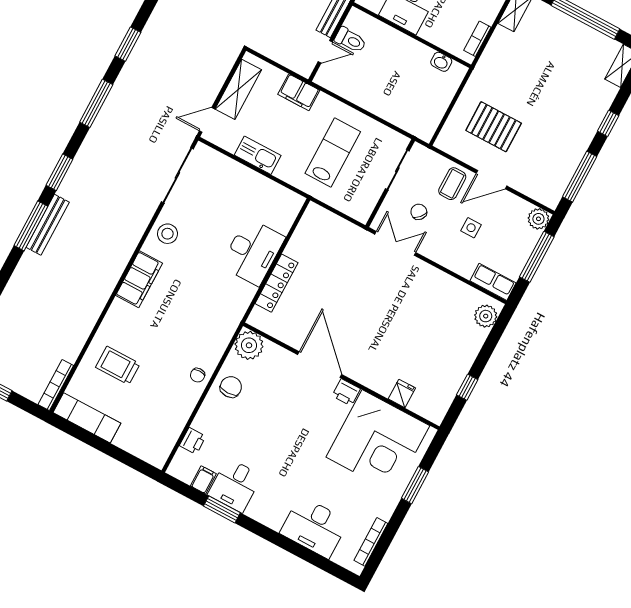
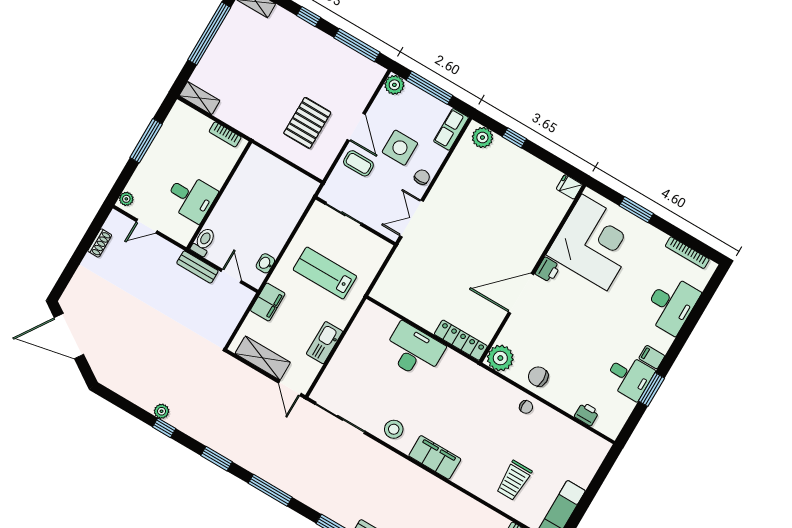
toilet: (350, 40) -> (203, 242), moved
washbasin: (441, 62) -> (265, 263), moved, turned 180
chair: (419, 212) -> (422, 177), moved, turned 139
side table: (471, 228) -> (400, 148), width x1.87, depth x1.87
locker: (277, 283) -> (461, 340), moved
window: (467, 387) -> (514, 138), moved
fridge: (402, 393) -> (569, 187), moved
filing cabinet: (203, 480) -> (652, 357), moved

